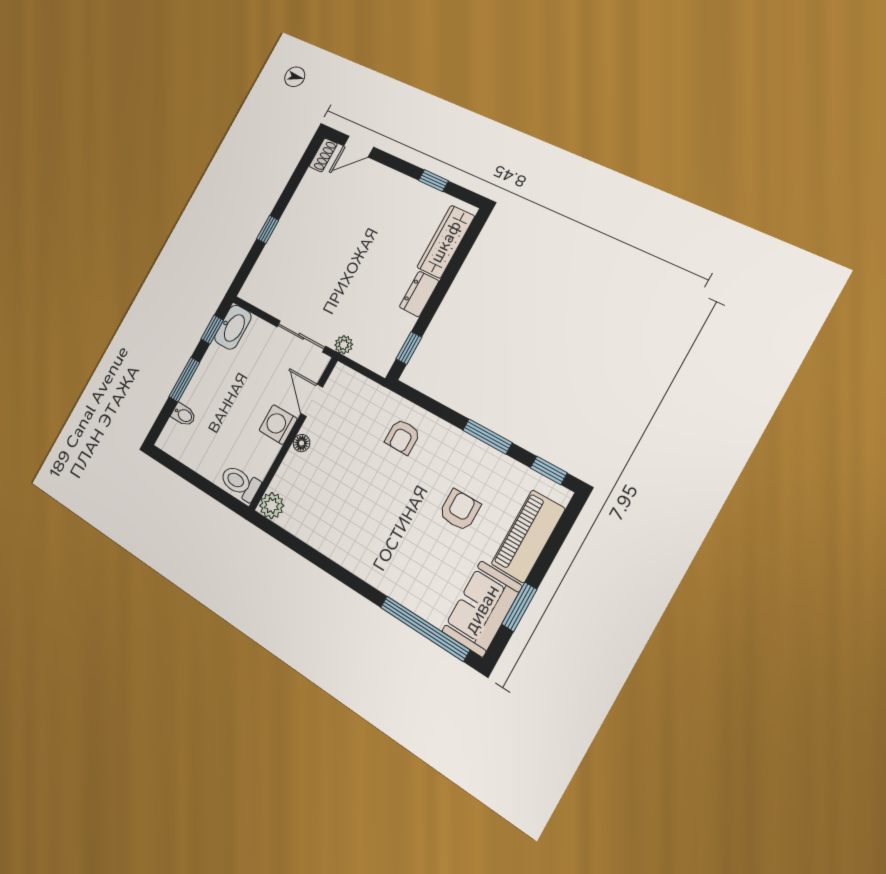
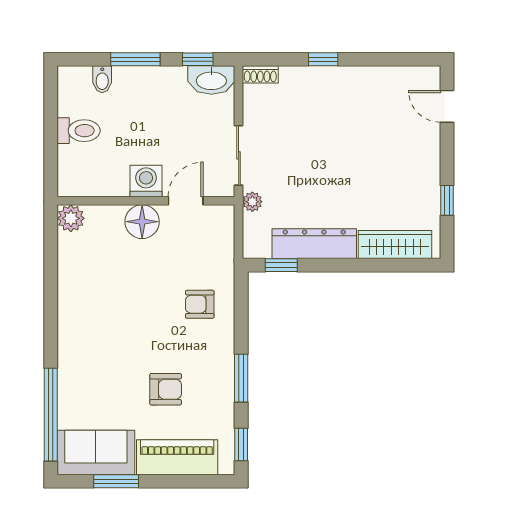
shoe rack: (323, 155) -> (260, 74), moved
dresser: (419, 294) -> (314, 244), width x1.96, depth x1.24
floor lamp: (302, 443) -> (142, 222), width x1.89, depth x1.89
toilet: (240, 483) -> (79, 131), moved, turned 90

